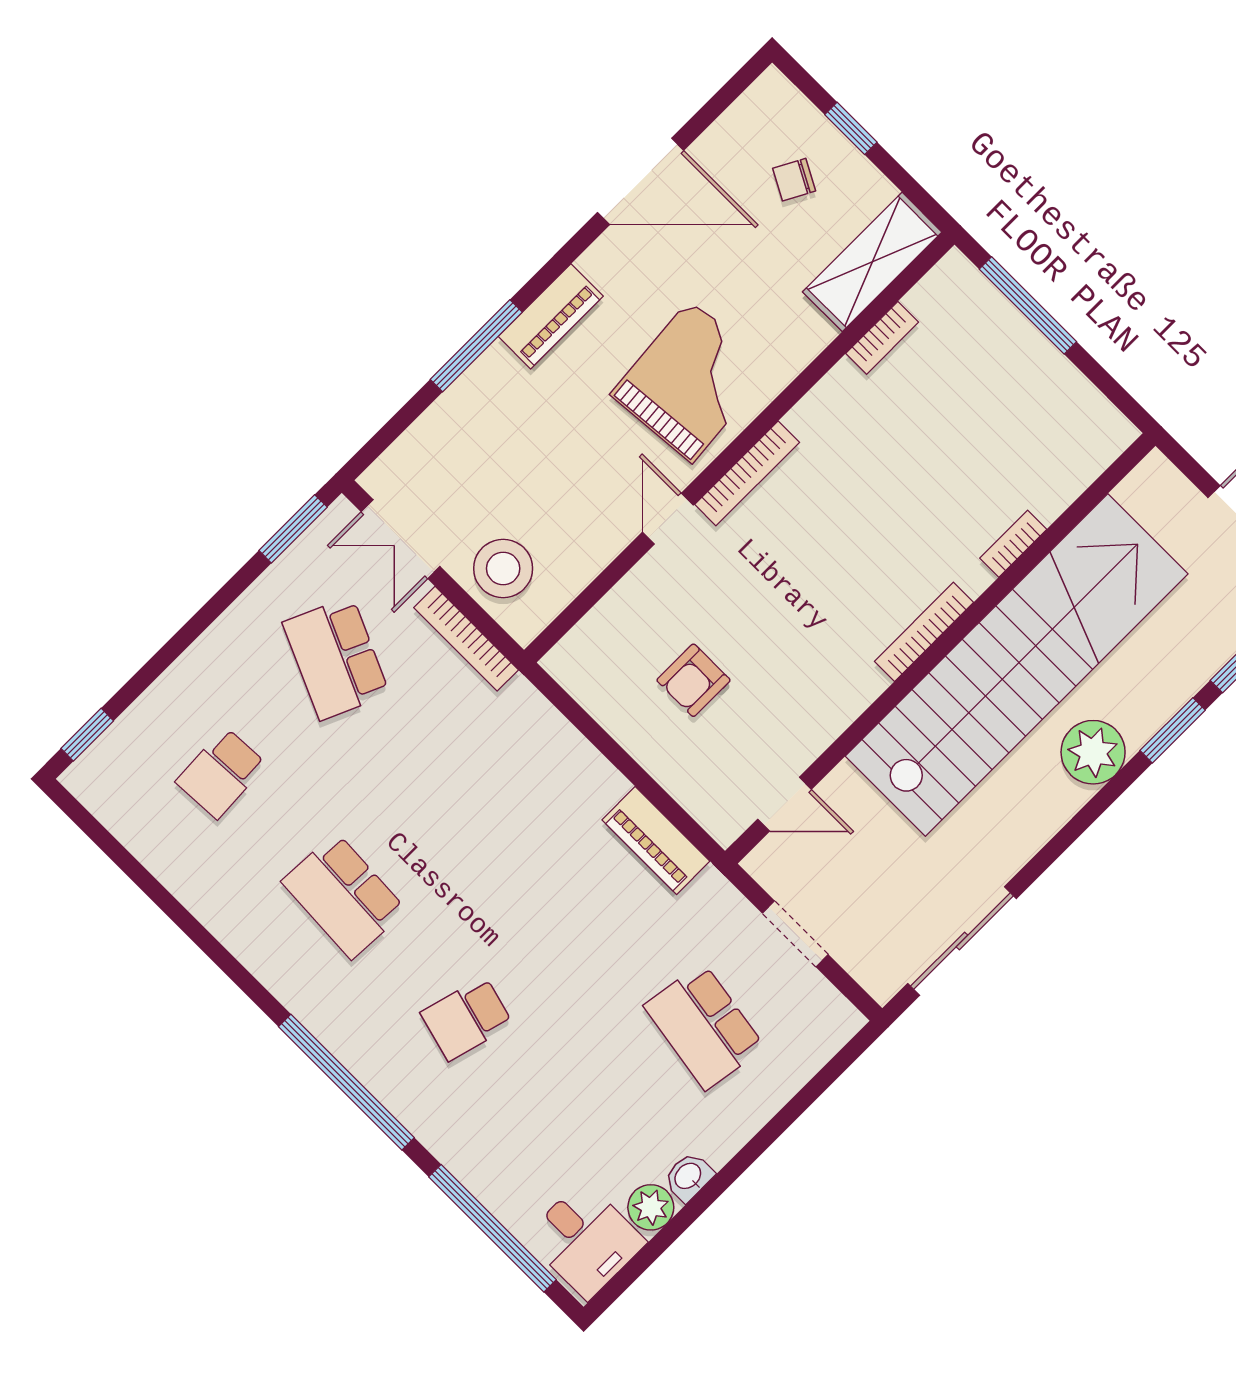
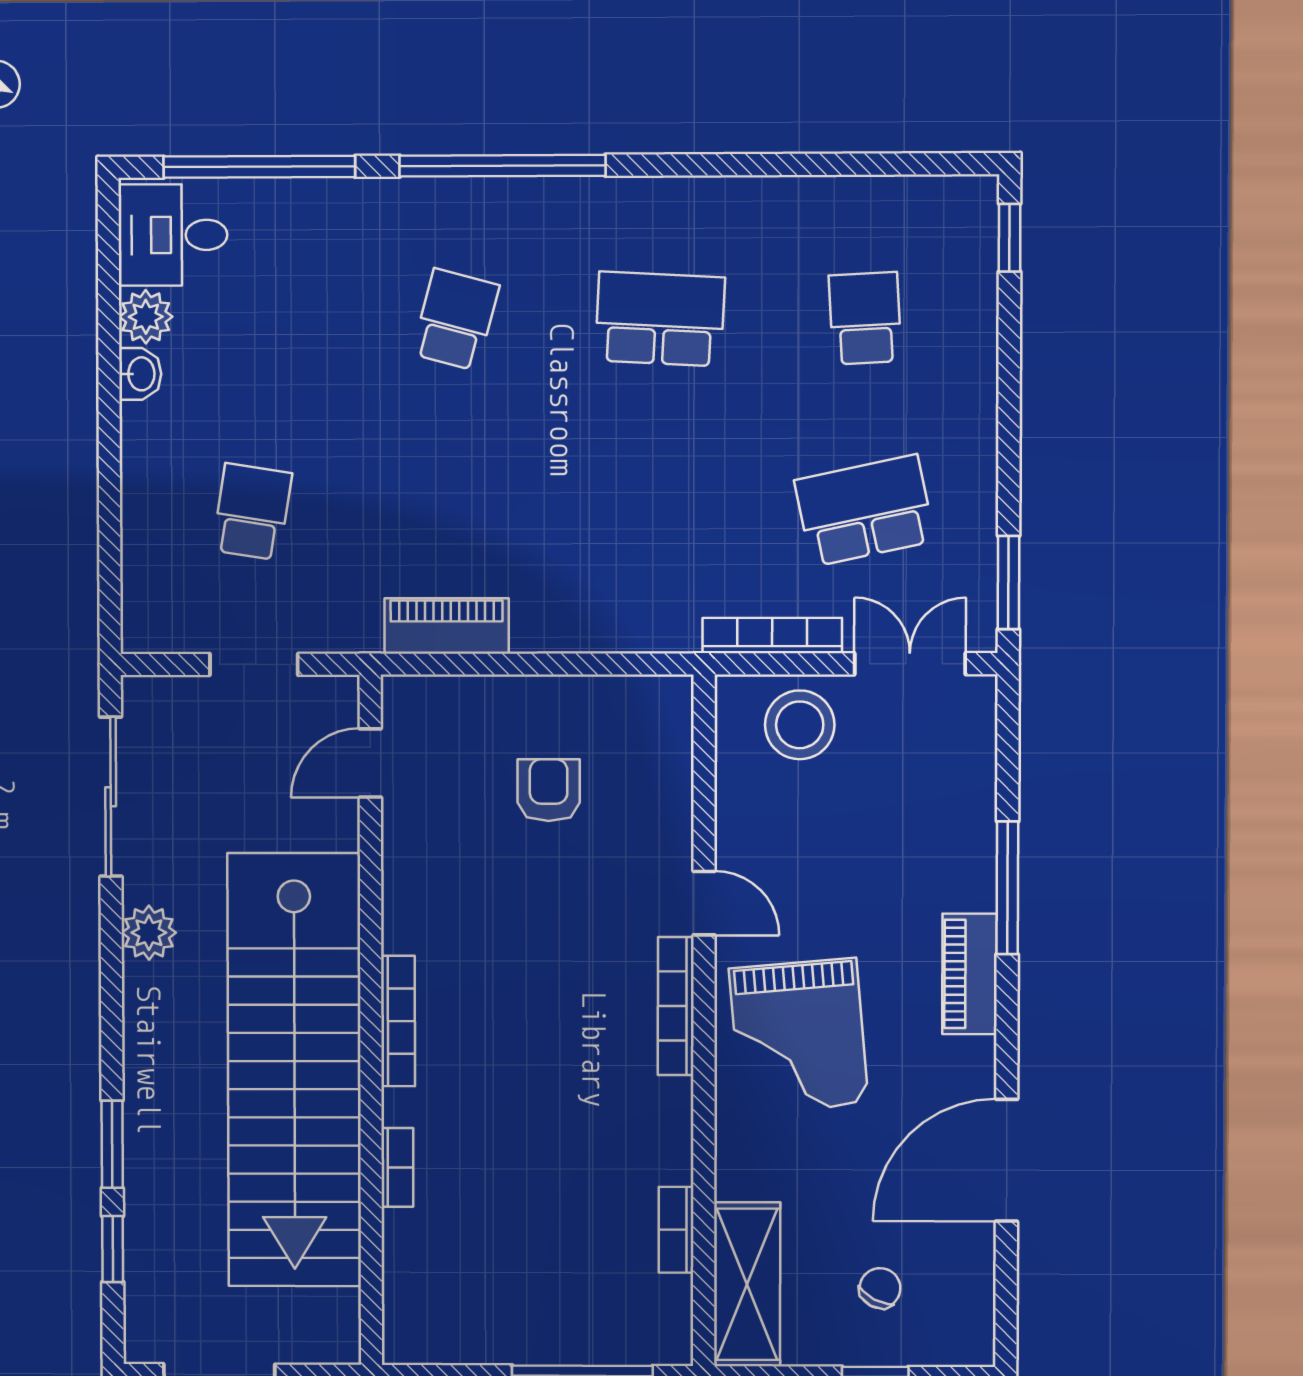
school desk: (336, 658) -> (865, 511), turned -36
plant: (1093, 752) -> (149, 933), moved, width x0.73, depth x0.73
school desk: (704, 1026) -> (252, 512), width x0.54

